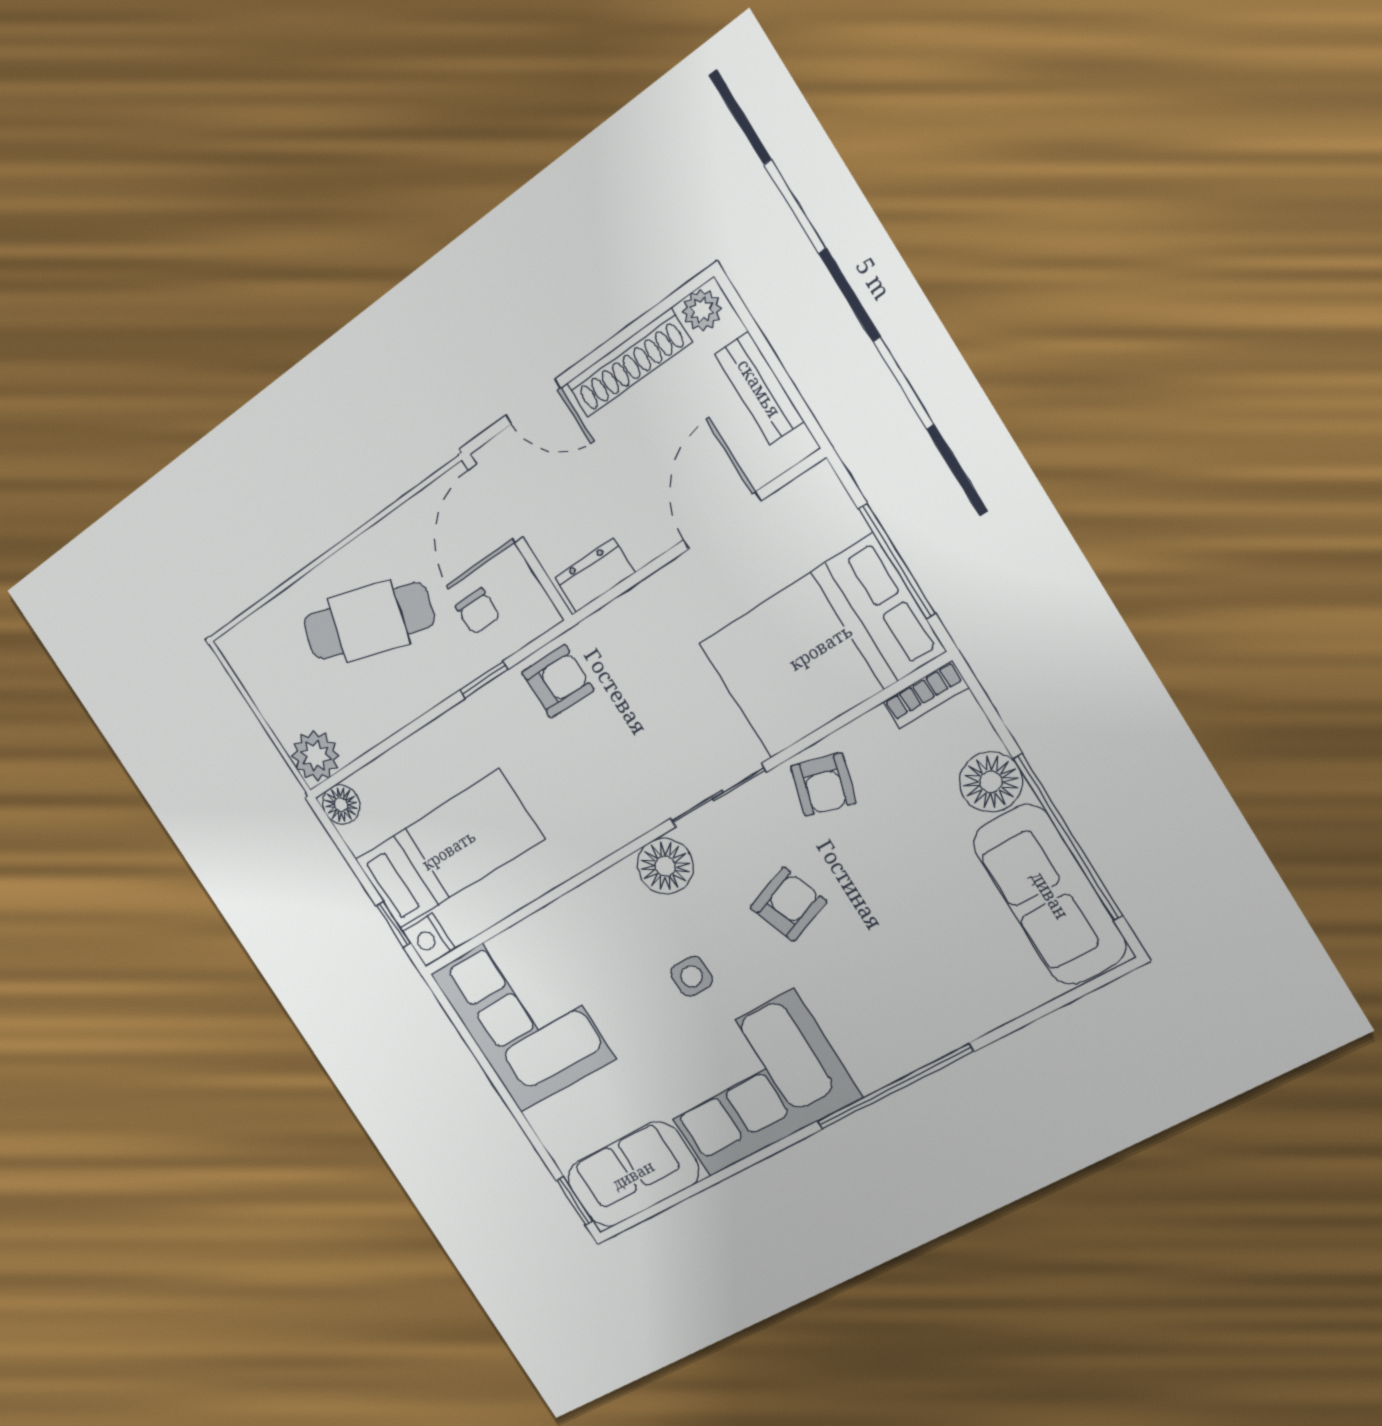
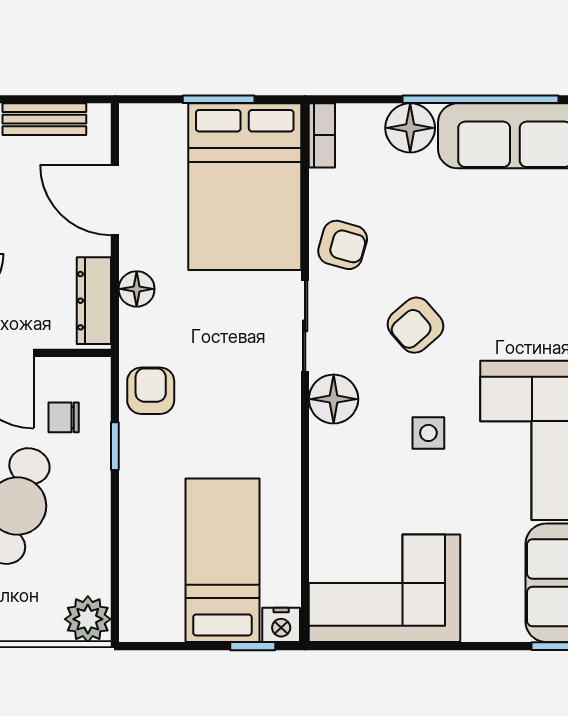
window: (897, 561) -> (219, 99), width x0.69
dresser: (595, 575) -> (94, 301), width x1.44
chair: (478, 611) -> (64, 417), turned 180
floor lamp: (341, 805) -> (137, 289), moved
armchair: (788, 904) -> (415, 325), turned -111

